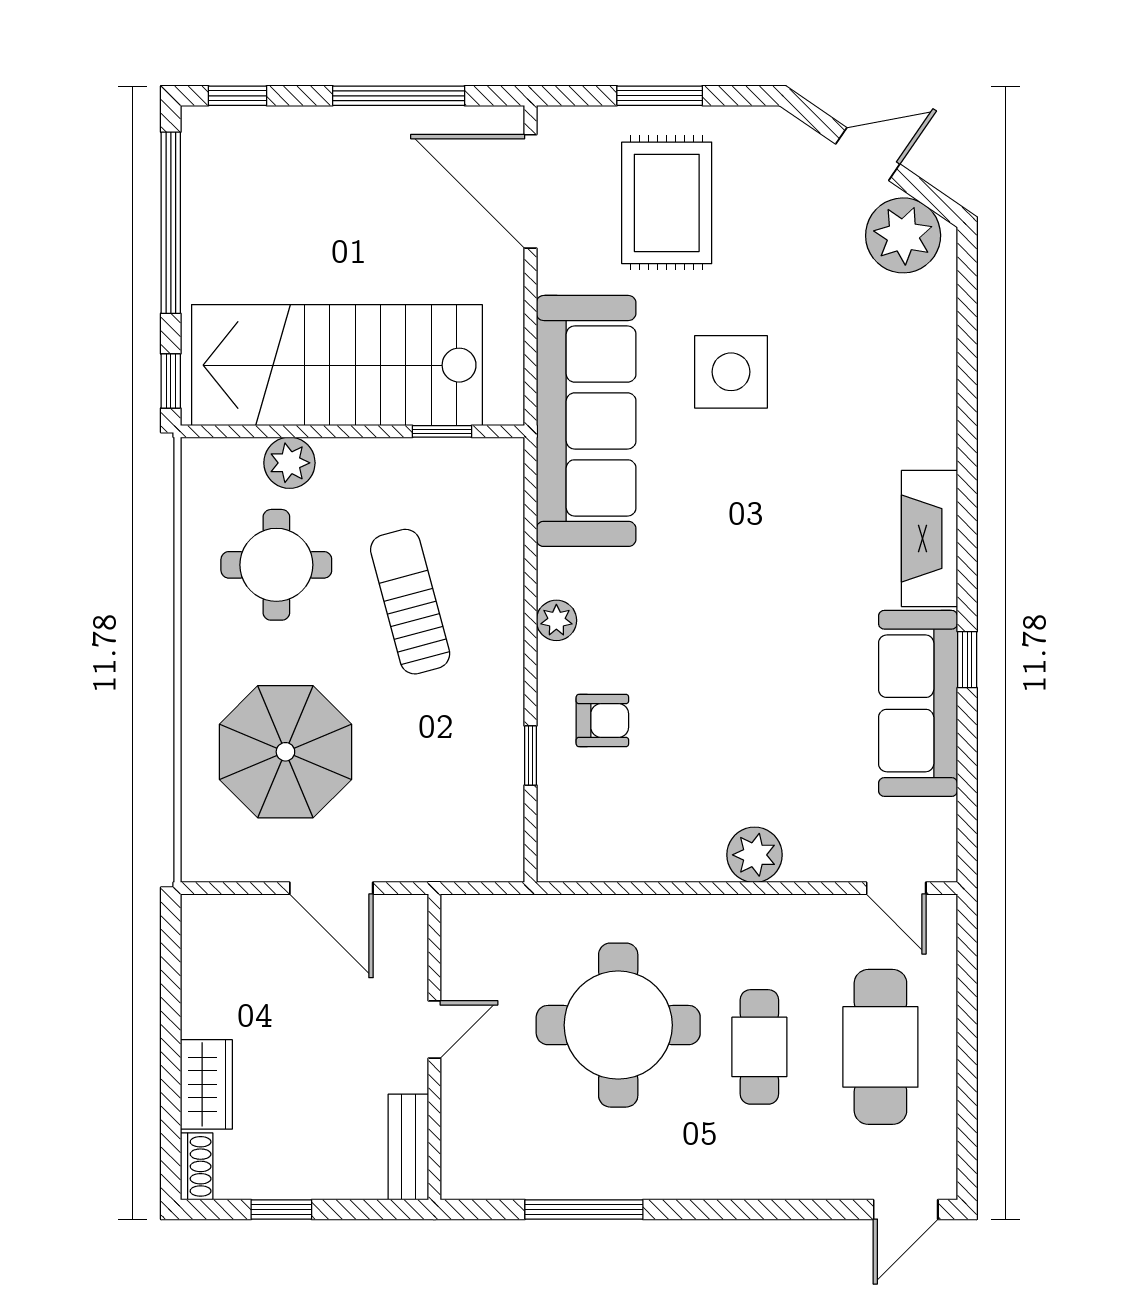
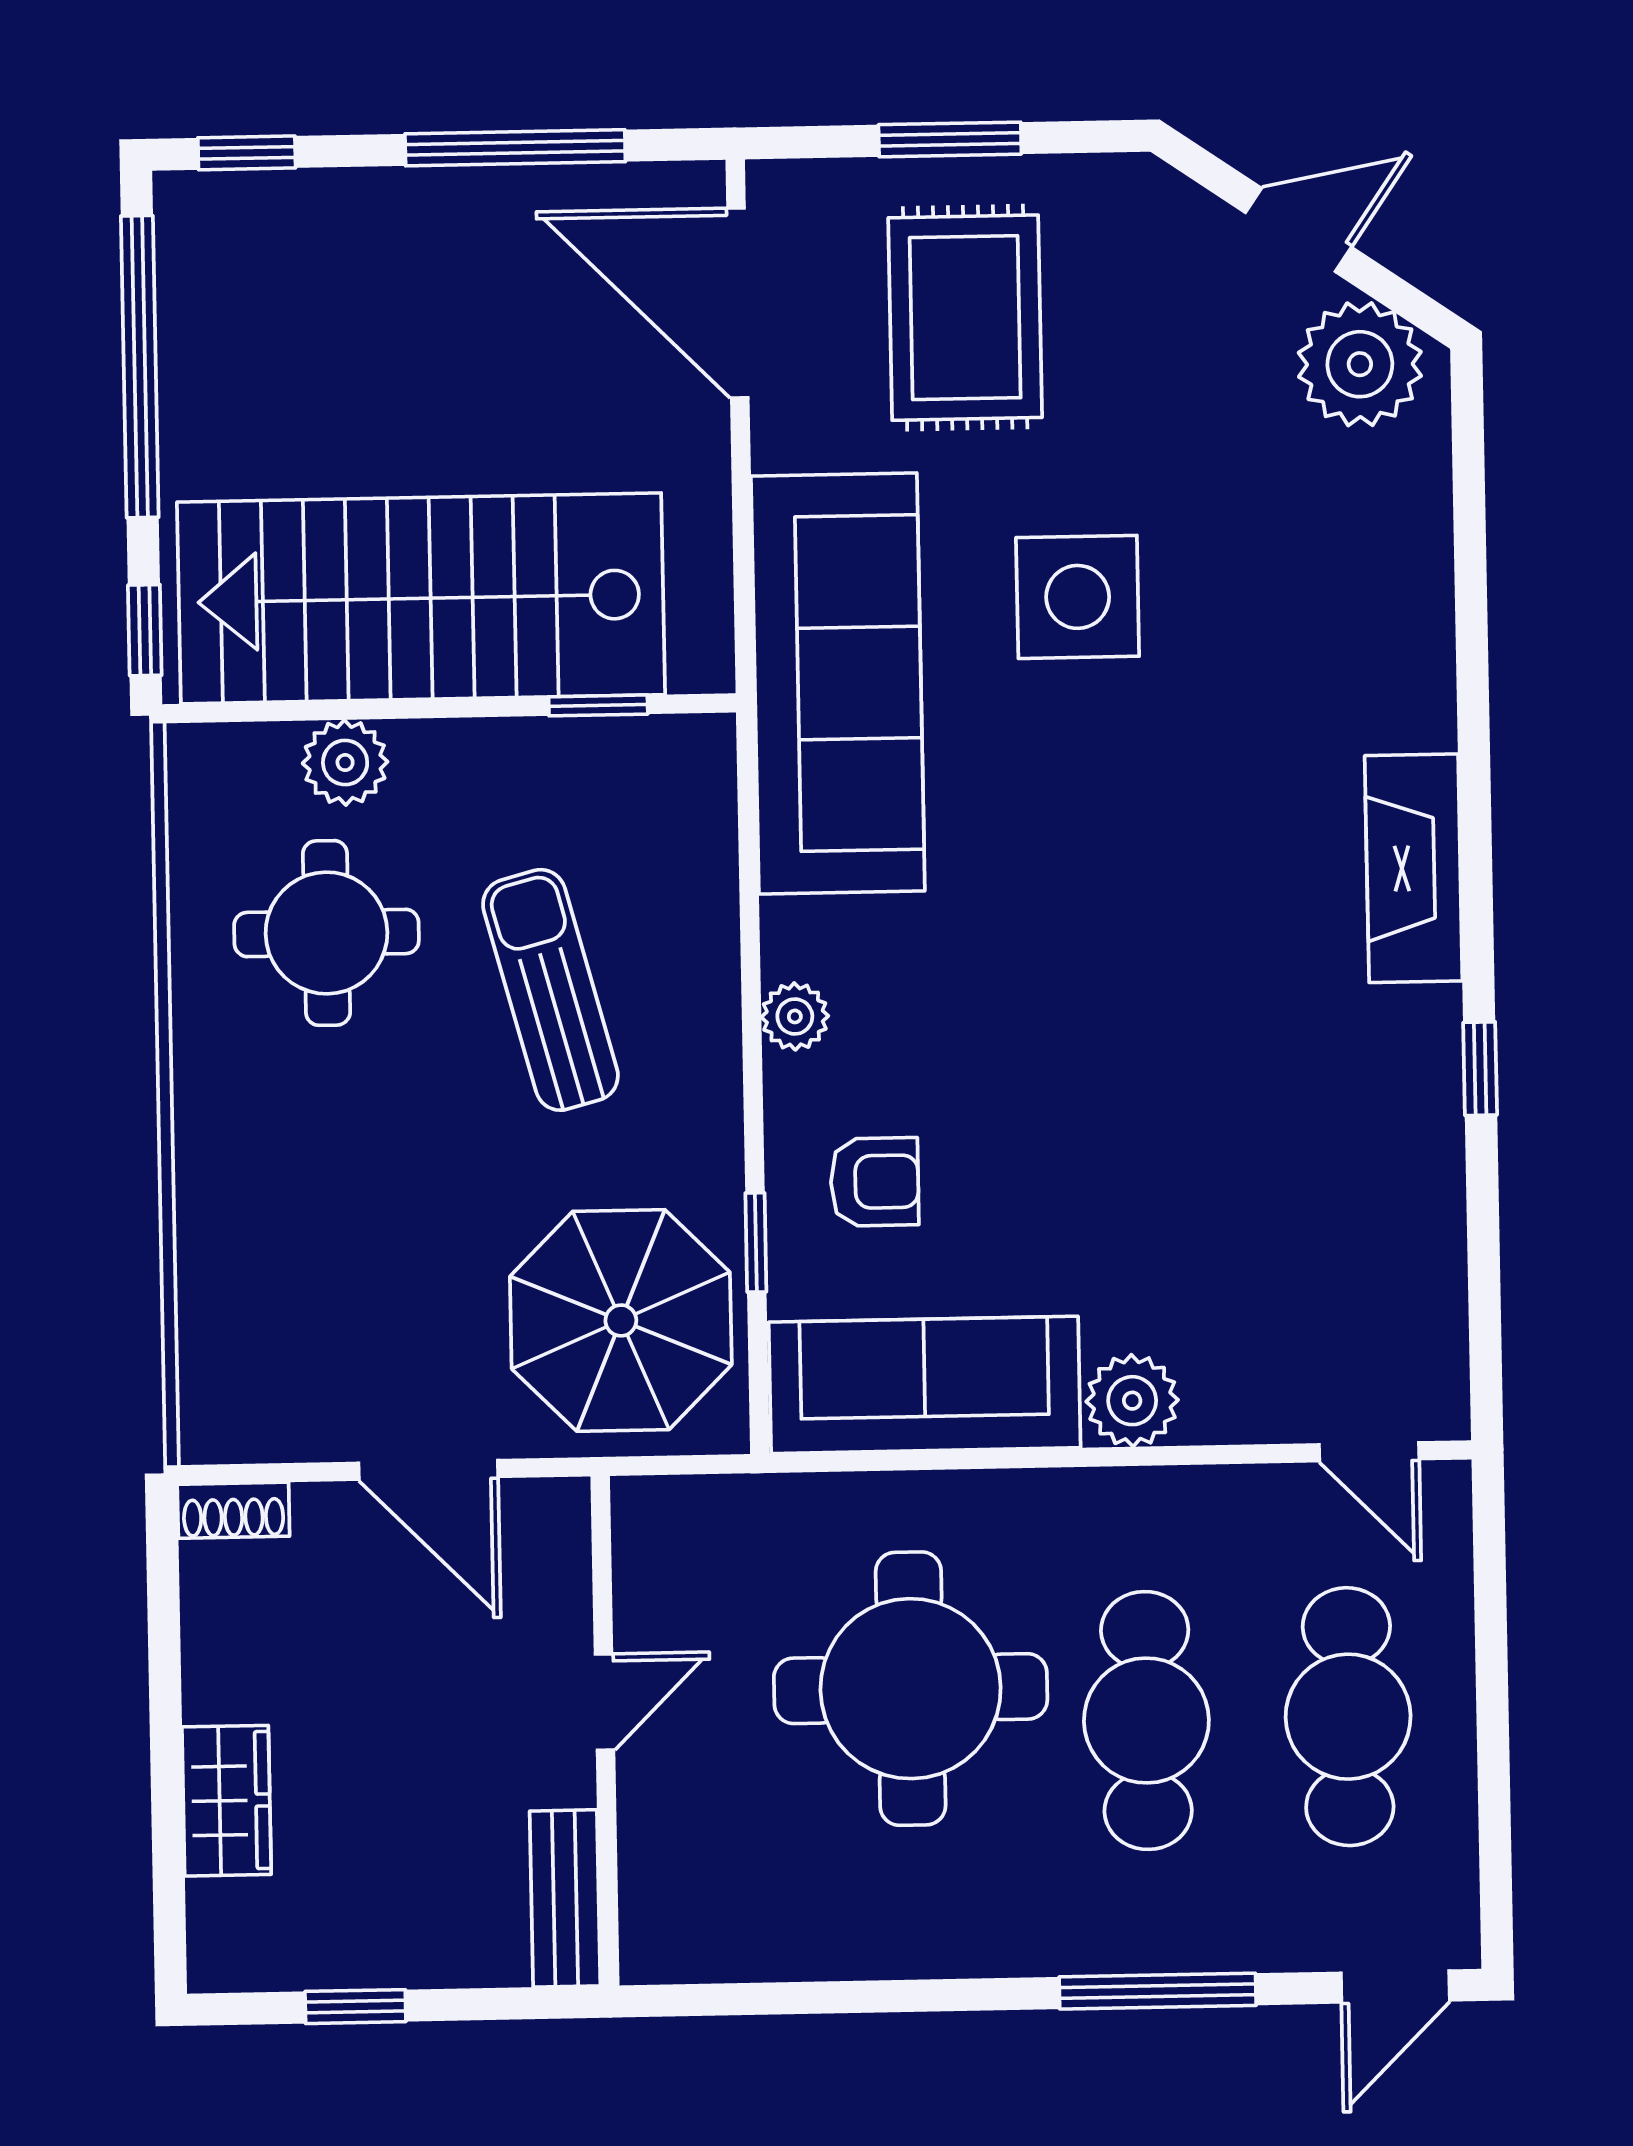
sofa: (918, 703) -> (925, 1385), moved, turned 90
parasol: (285, 752) -> (621, 1320), moved
cafe table: (759, 1047) -> (1146, 1721), width x1.37, depth x1.35
shoe rack: (197, 1166) -> (233, 1510), moved, turned 90
window: (584, 1209) -> (1158, 1991), moved

